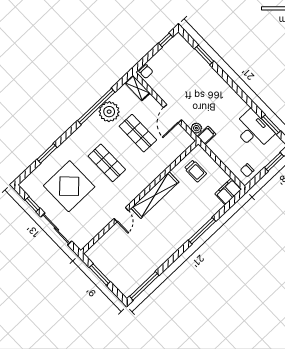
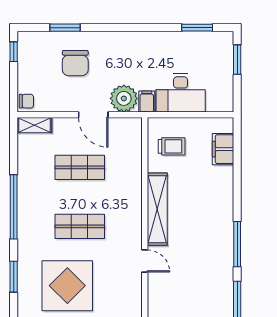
window: (96, 106) -> (14, 207), moved
plant: (109, 112) -> (31, 176), removed
plant: (196, 128) -> (124, 98), width x1.87, depth x1.87
desk: (253, 130) -> (181, 93), moved, turned 180
chair: (247, 170) -> (75, 63), moved, width x1.87, depth x1.87
filing cabinet: (228, 191) -> (223, 149), moved
window: (202, 231) -> (237, 244), moved

